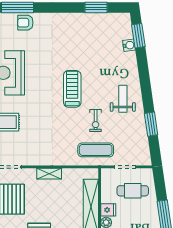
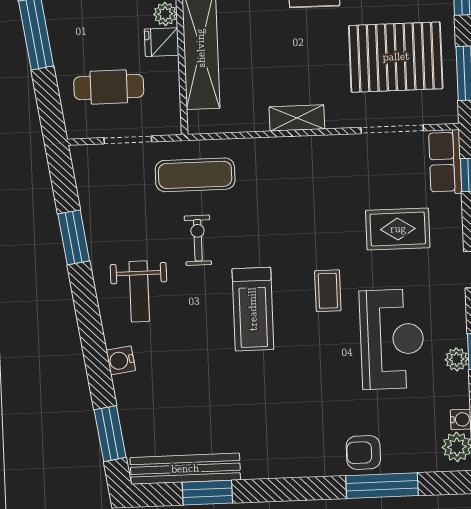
bench: (105, 19) -> (185, 469), added
armchair: (25, 23) -> (363, 453), turned 180
water cooler: (129, 45) -> (121, 360), moved
coffee table: (38, 96) -> (328, 291), added

